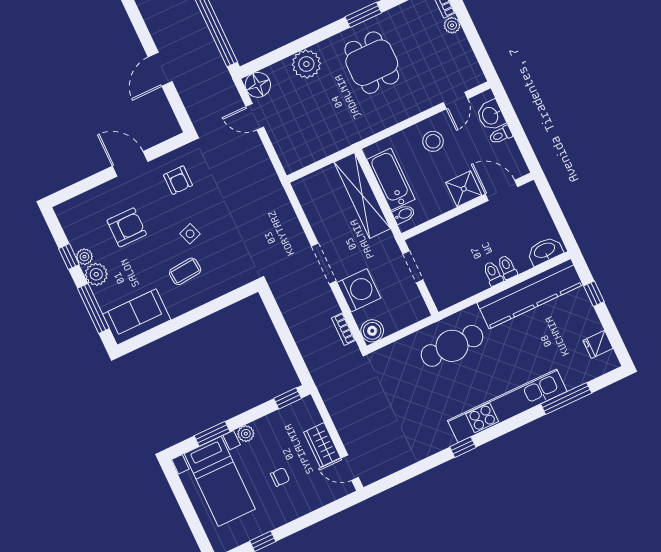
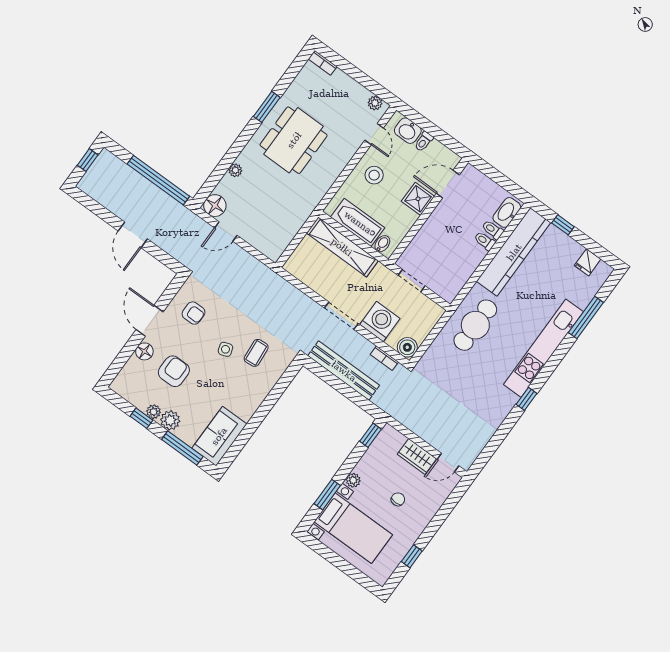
plant: (452, 25) -> (375, 103), moved
dining table: (372, 63) -> (294, 140), width x1.38
plant: (306, 64) -> (235, 170), width x0.53, depth x0.53
door: (130, 164) -> (150, 321), hinge flipped
floor lamp: (108, 192) -> (144, 351), added
coffee table: (185, 271) -> (256, 353), moved
toilet: (493, 274) -> (493, 230), moved
bench: (296, 319) -> (344, 371), added

